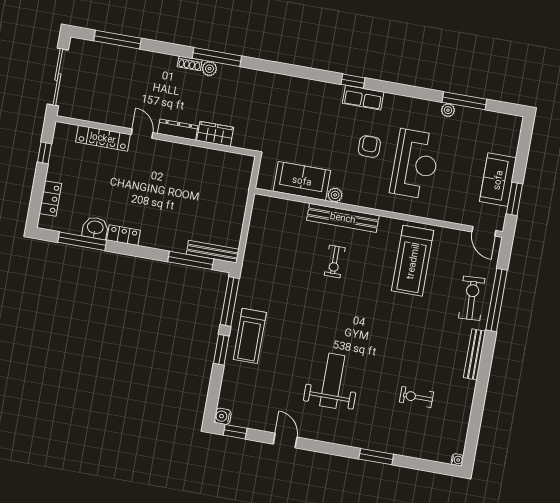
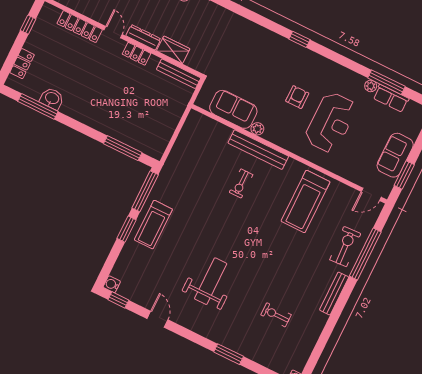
row of seats: (363, 98) -> (391, 98), moved
door: (484, 231) -> (371, 194), hinge flipped
locker: (124, 235) -> (136, 54), moved, turned 180
bench: (213, 252) -> (179, 74), moved

